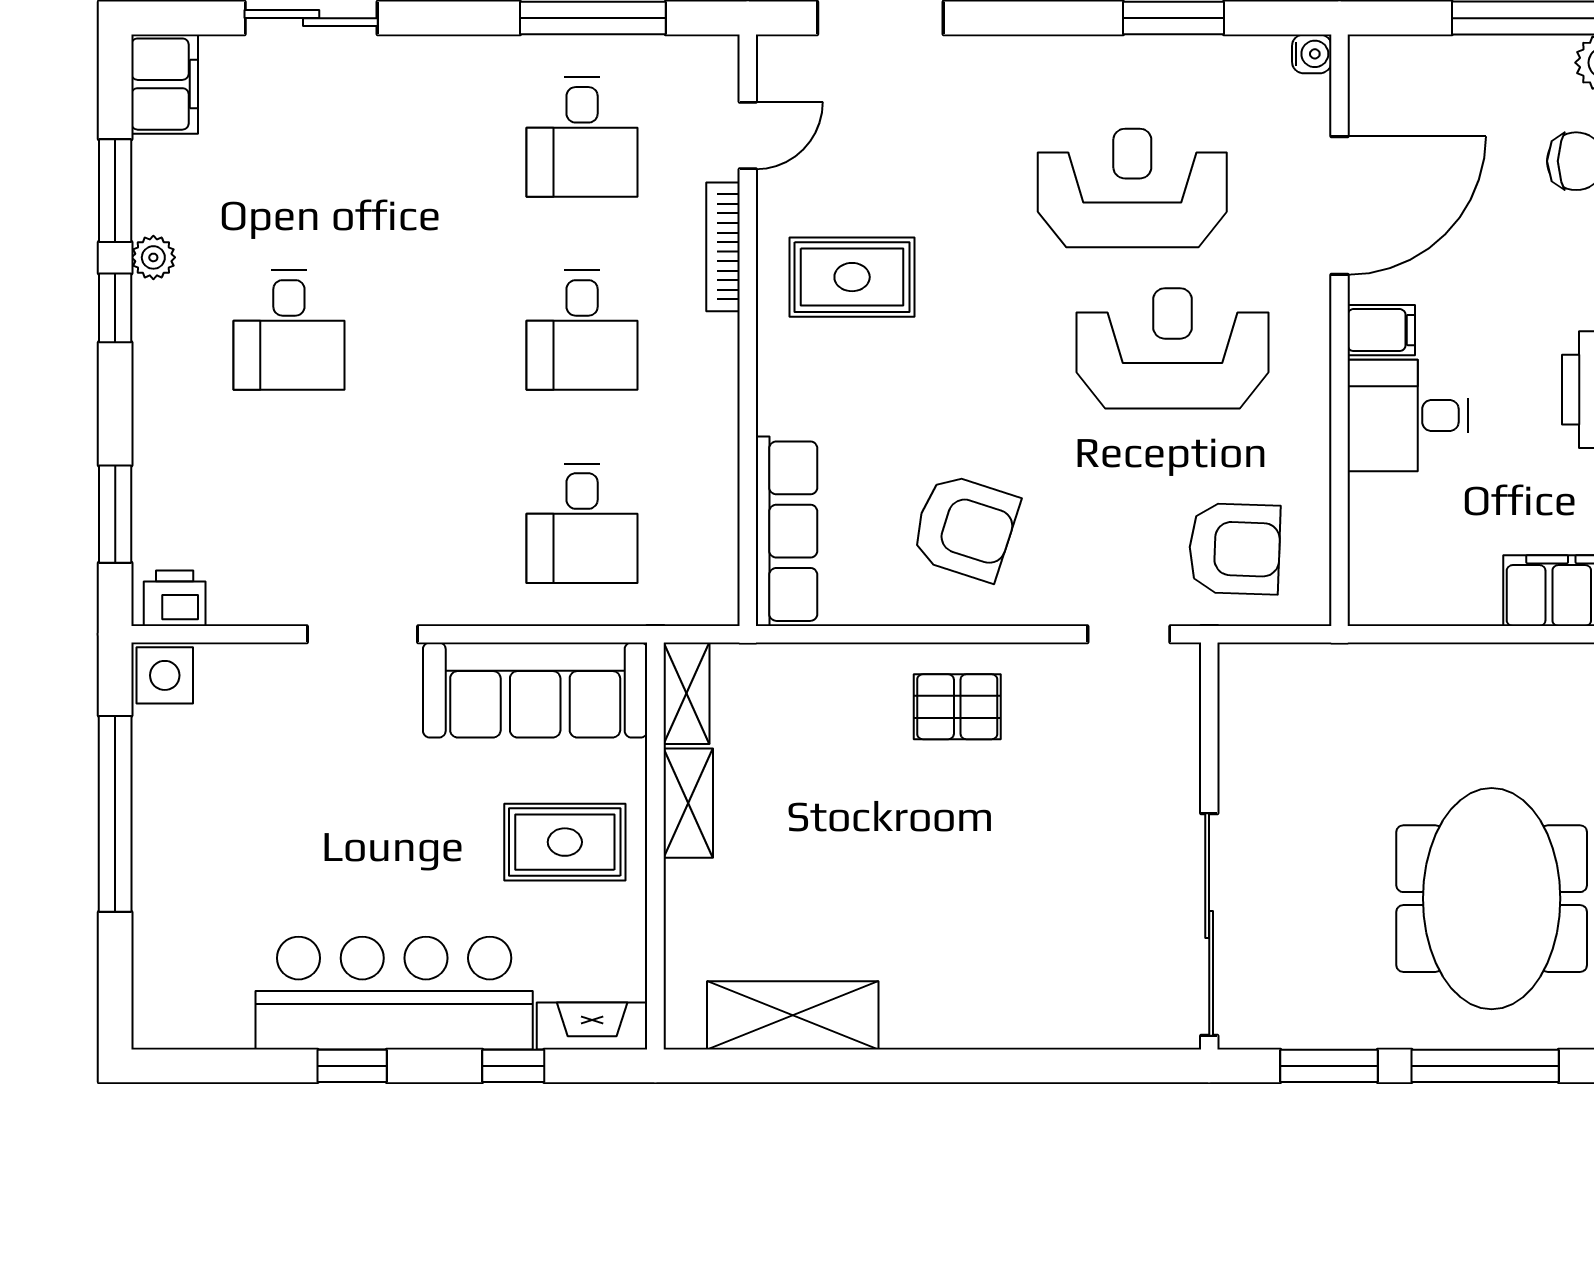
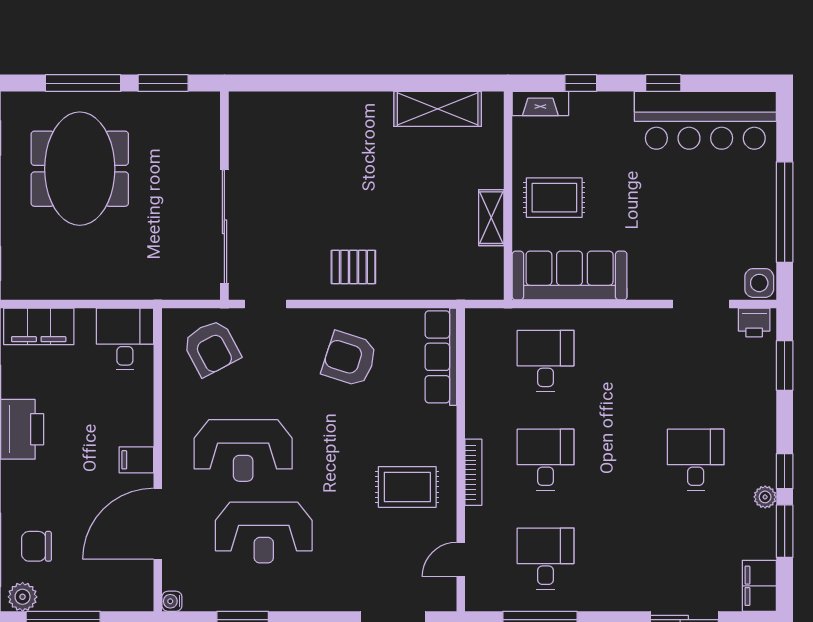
bookcase: (723, 247) -> (473, 472), moved
desk: (1408, 416) -> (125, 339), moved, turned -90
armchair: (1235, 549) -> (211, 348), turned -120
doorway: (362, 634) -> (701, 304), moved
shelving: (686, 693) -> (492, 274), removed
sliding door: (1209, 924) -> (224, 227), moved
bar counter: (394, 993) -> (705, 120), moved

